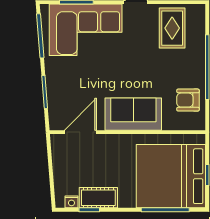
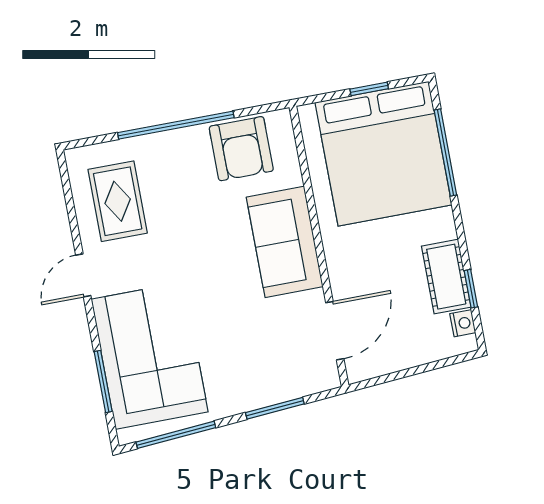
rug: (172, 28) -> (118, 201), turned 90
armchair: (188, 100) -> (241, 149), width x1.38, depth x1.38
door: (80, 132) -> (335, 331), swing flipped

